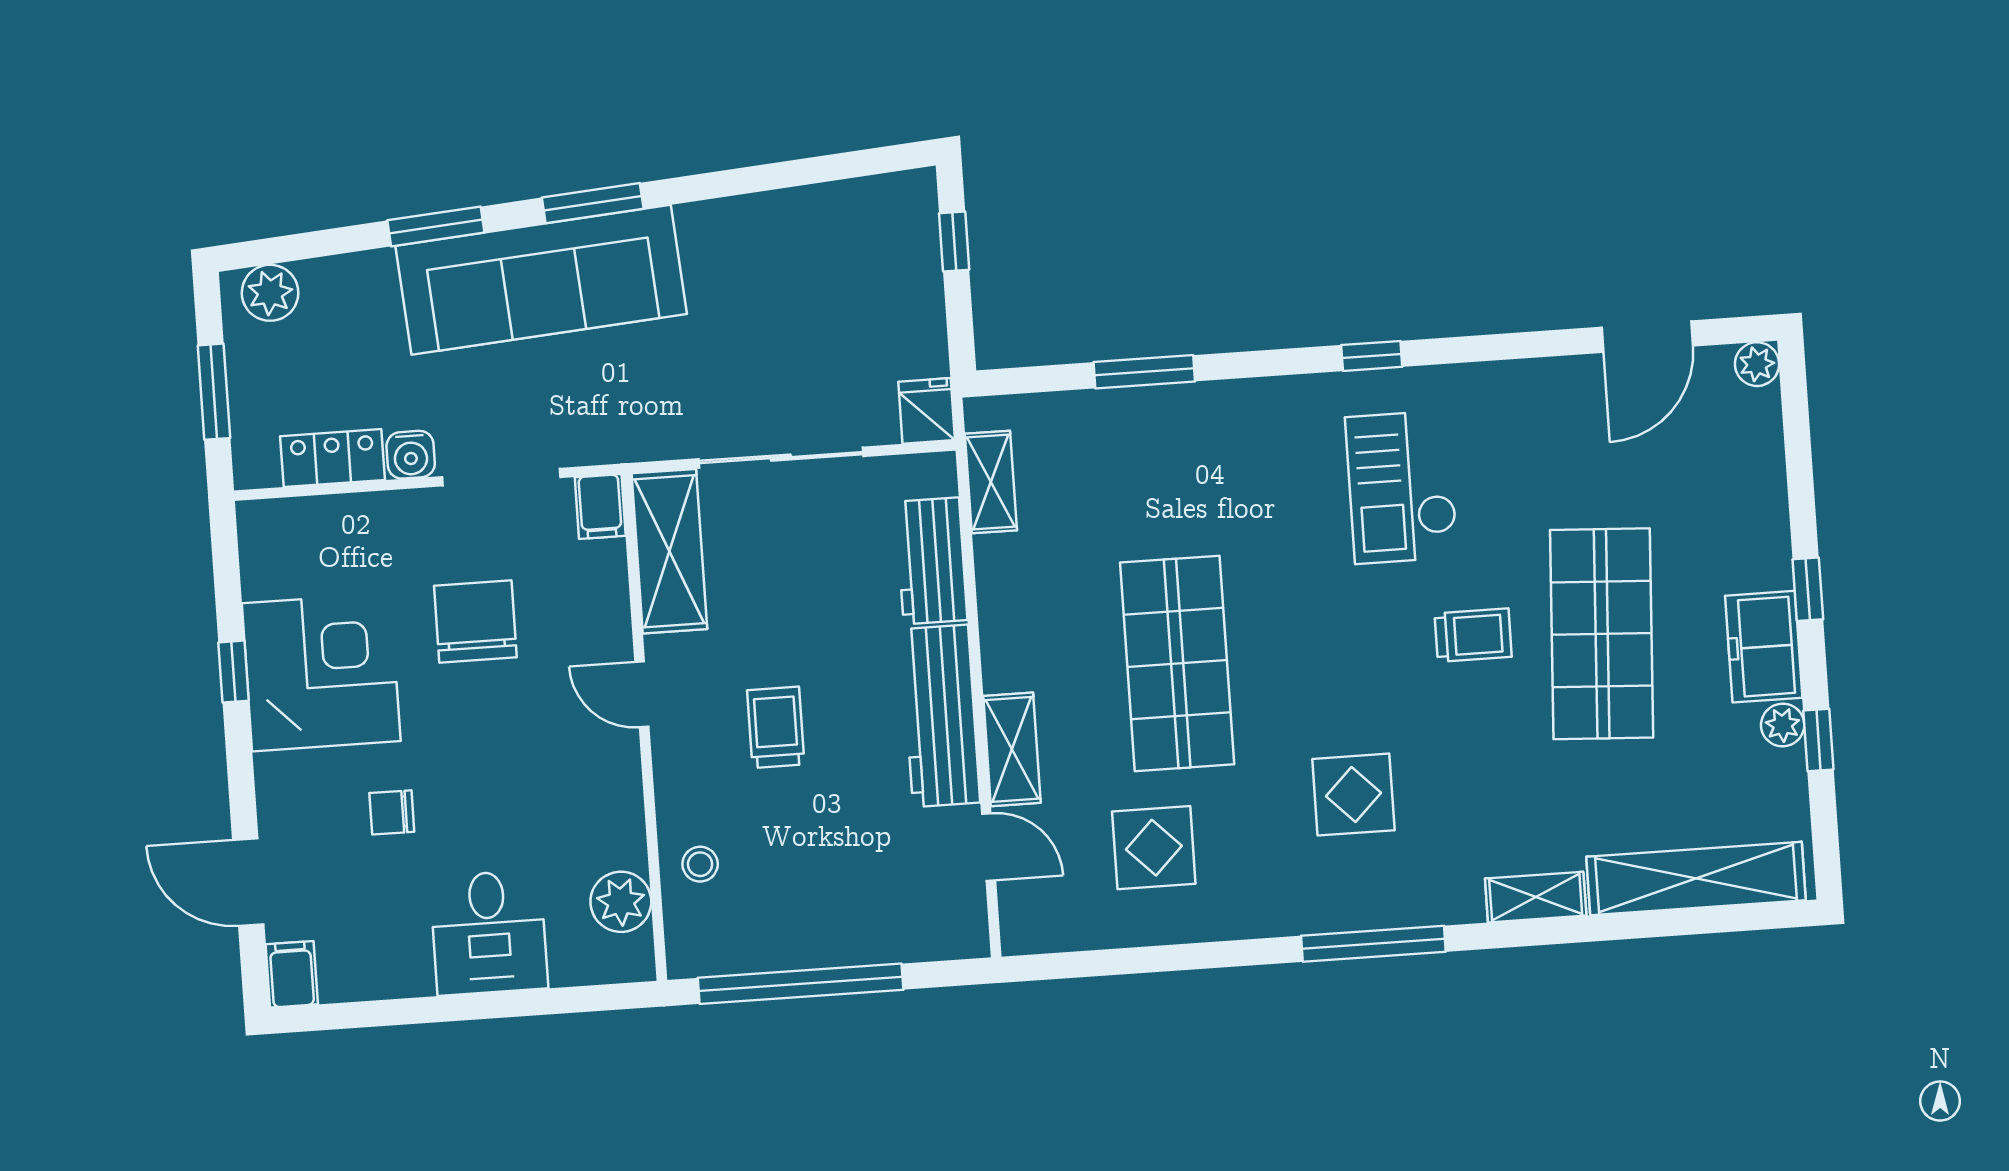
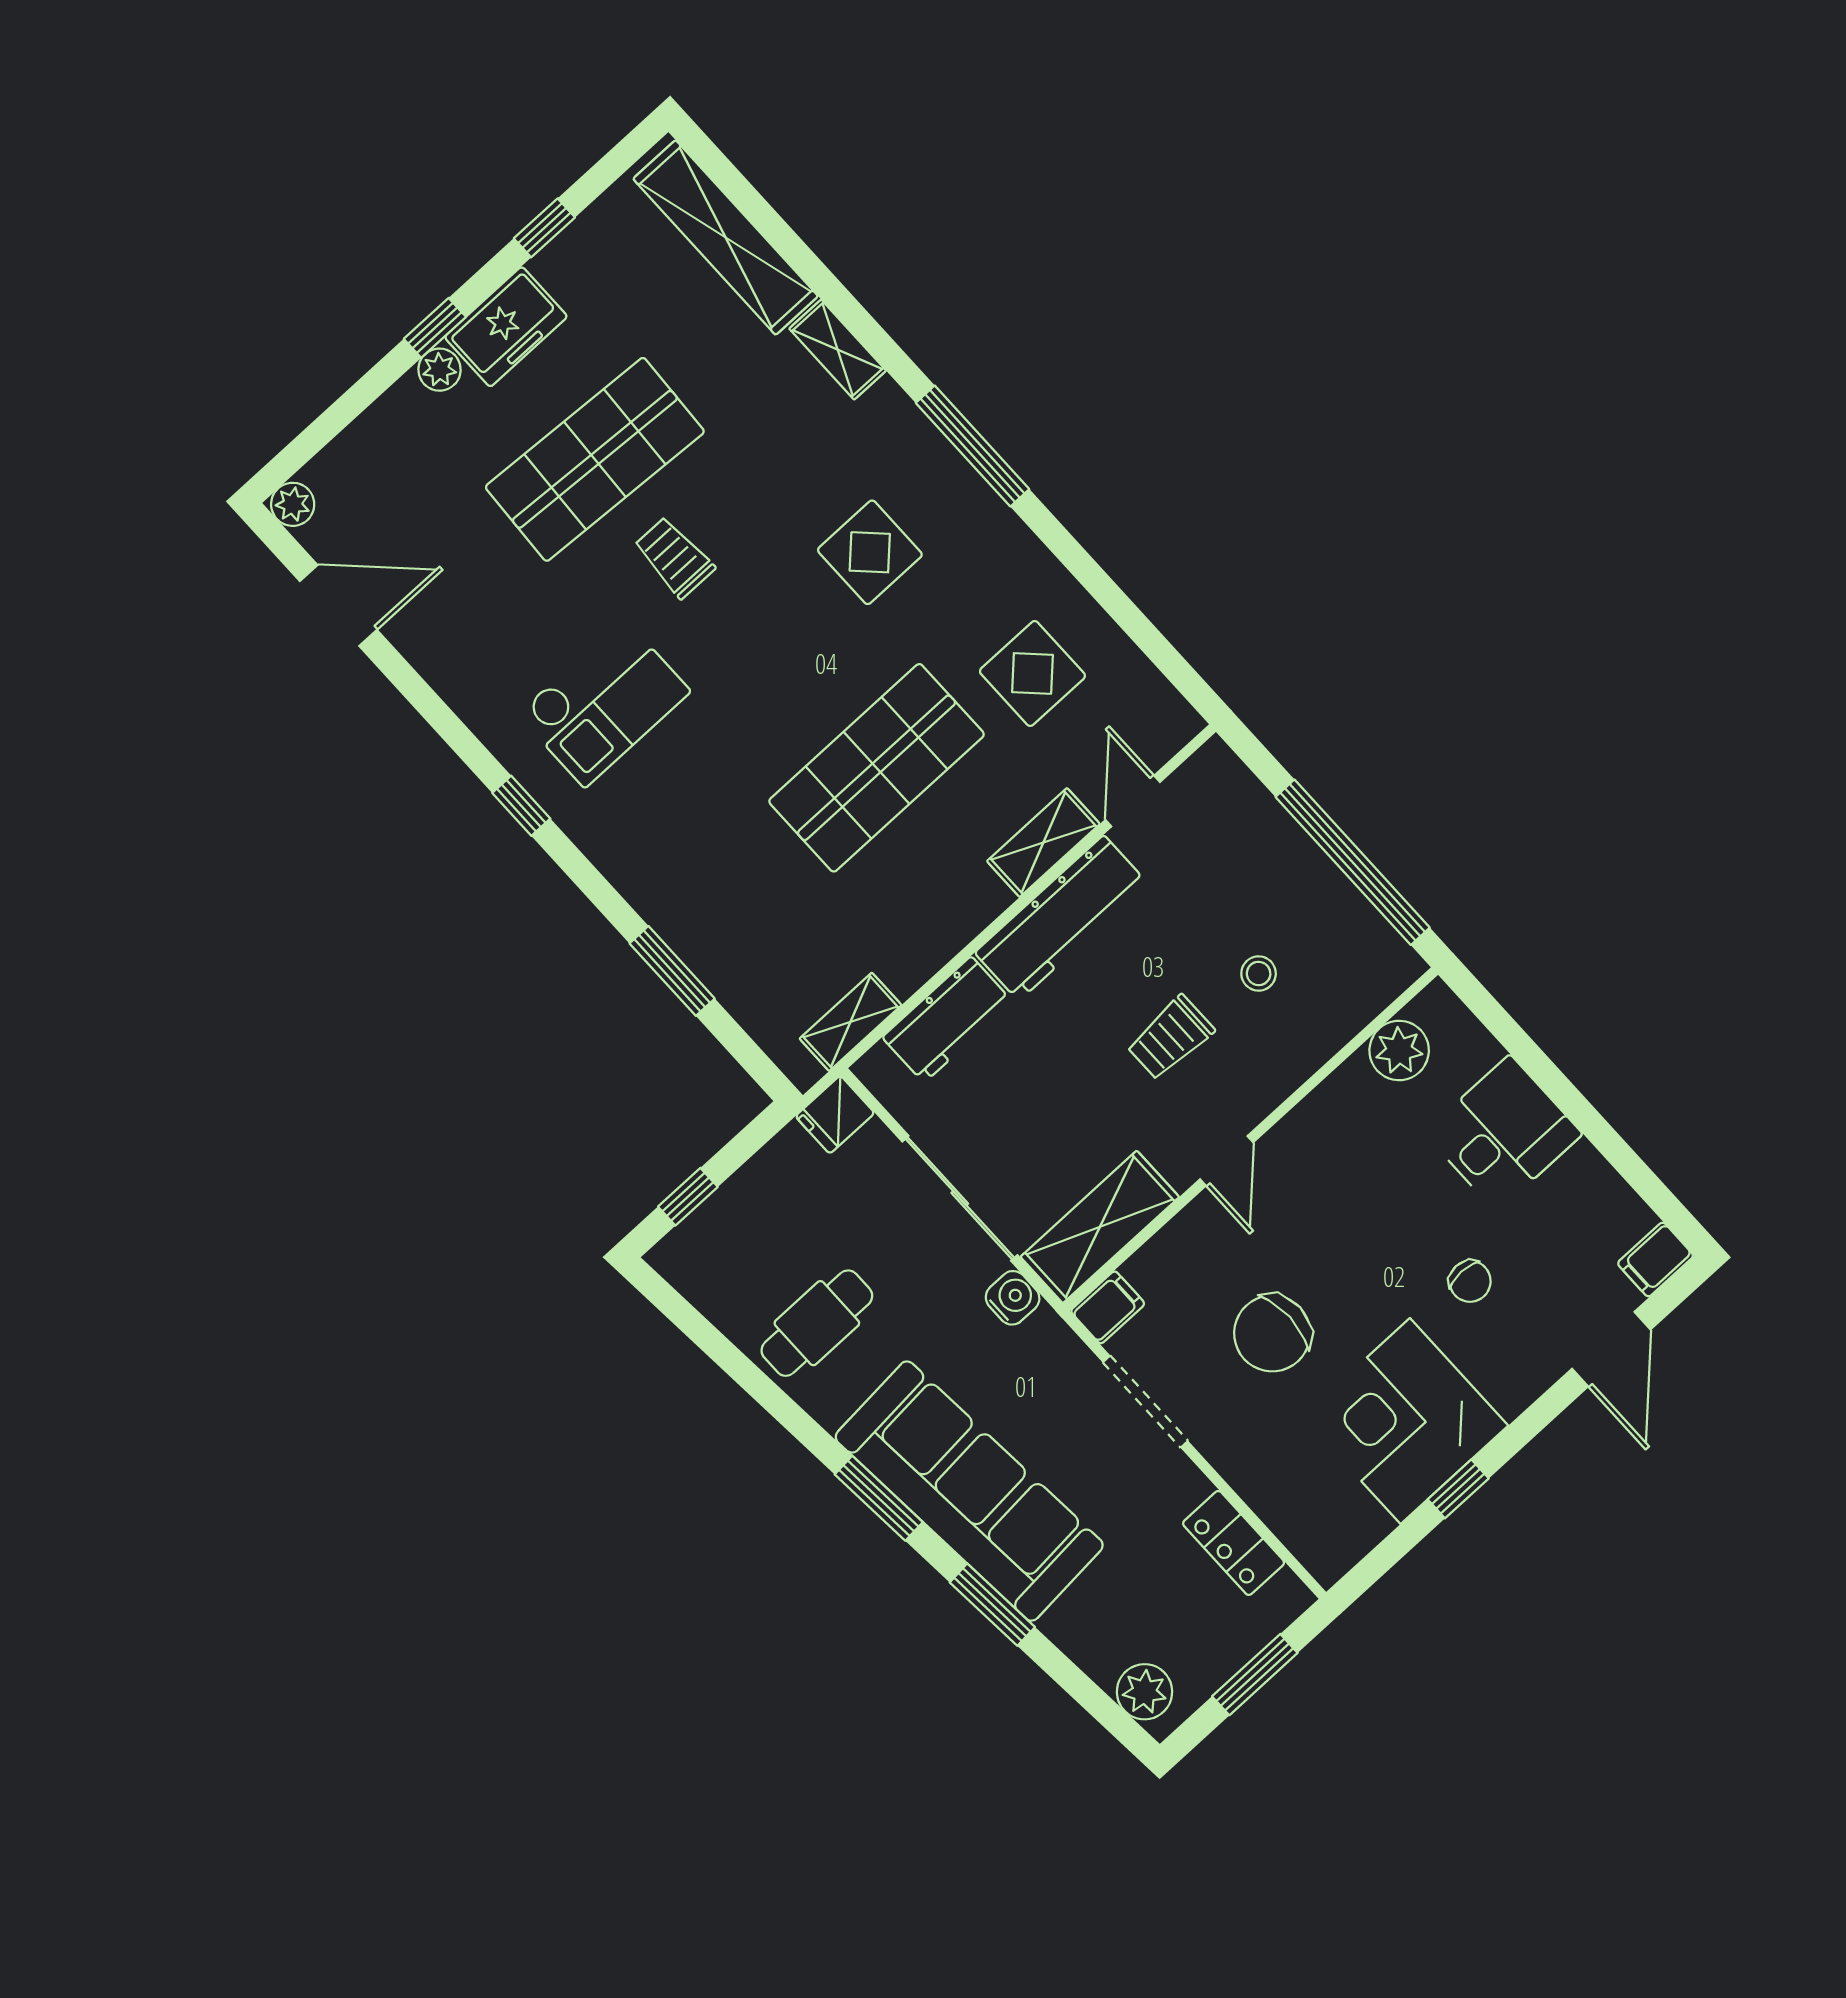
cafe table: (772, 264) -> (817, 1323), added
water cooler: (411, 455) -> (1013, 1298), moved
plant: (1783, 725) -> (440, 370), moved
stool: (700, 864) -> (1259, 973), moved

